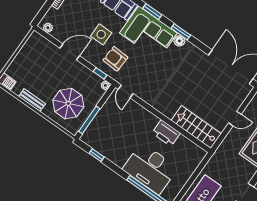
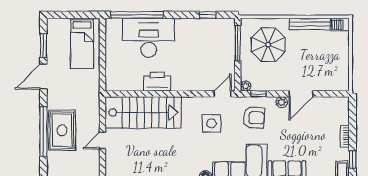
plant: (48, 28) -> (282, 102), moved
side table: (101, 34) -> (211, 123), moved
door: (126, 91) -> (223, 94), hinge flipped
bench: (32, 100) -> (310, 24), width x1.36
stairs: (196, 127) -> (143, 112), width x1.36, depth x1.51

